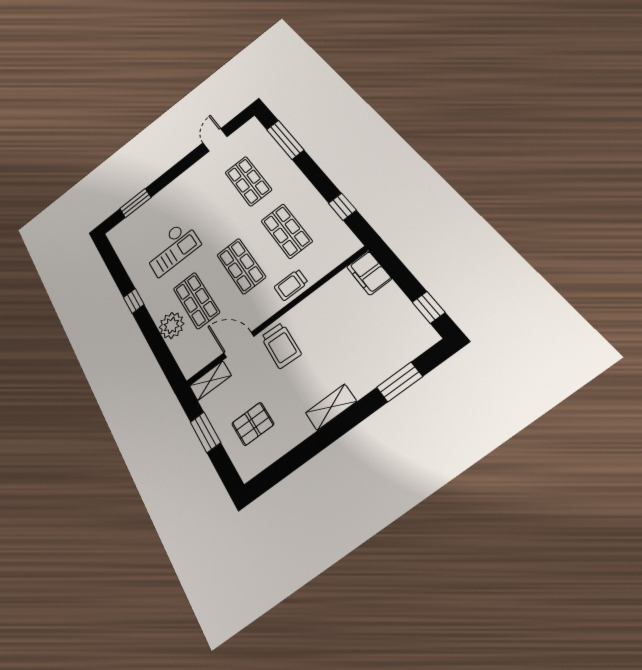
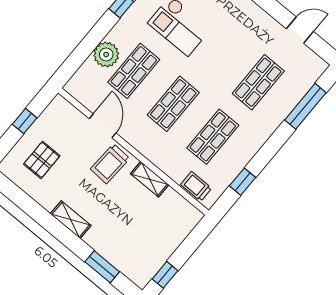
filing cabinet: (369, 273) -> (186, 221), removed
trolley: (291, 285) -> (196, 186), moved
shelving: (210, 381) -> (150, 179), moved
pallet: (253, 424) -> (42, 160), turned 90
window: (205, 432) -> (25, 121), width x0.67

